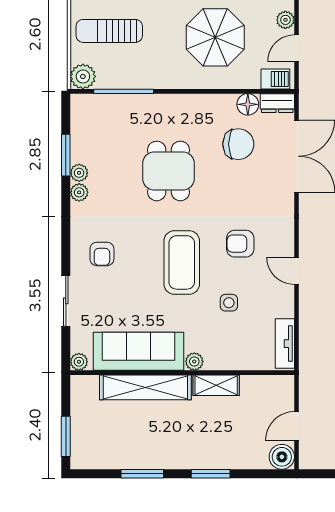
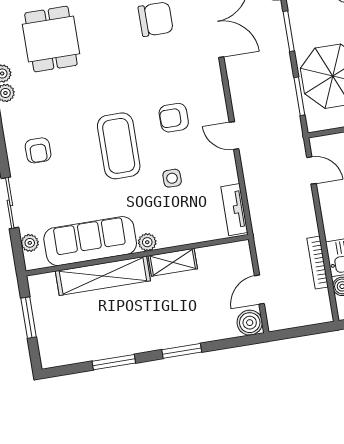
dining table: (169, 171) -> (51, 39), moved
plant: (79, 362) -> (30, 243), moved
window: (66, 436) -> (29, 318), moved

